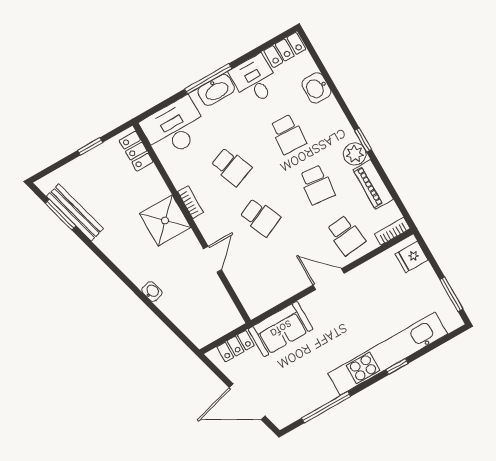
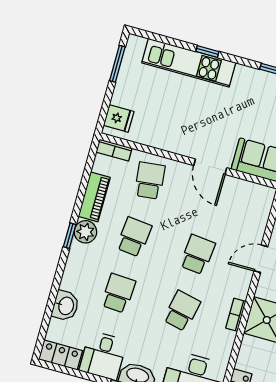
school desk: (231, 167) -> (182, 311), turned 33
school desk: (260, 217) -> (197, 255), turned 30
door: (329, 279) -> (210, 167), moved
kitchen unit: (388, 354) -> (189, 63), width x0.73

